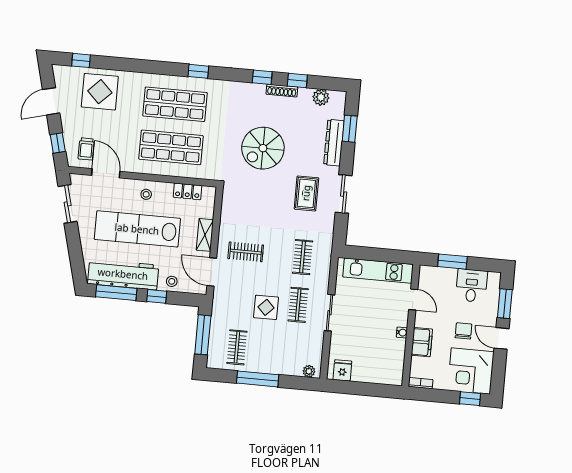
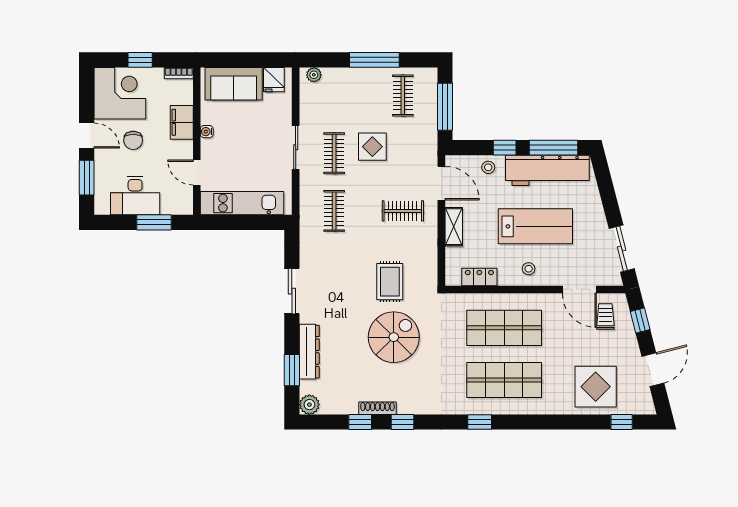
plant: (321, 97) -> (309, 405), moved
rug: (306, 193) -> (390, 282), moved
lab bench: (137, 229) -> (535, 226), width x0.73
desk: (472, 286) -> (135, 196), width x1.37
sofa: (376, 370) -> (234, 84), added
window: (470, 399) -> (140, 60), moved

